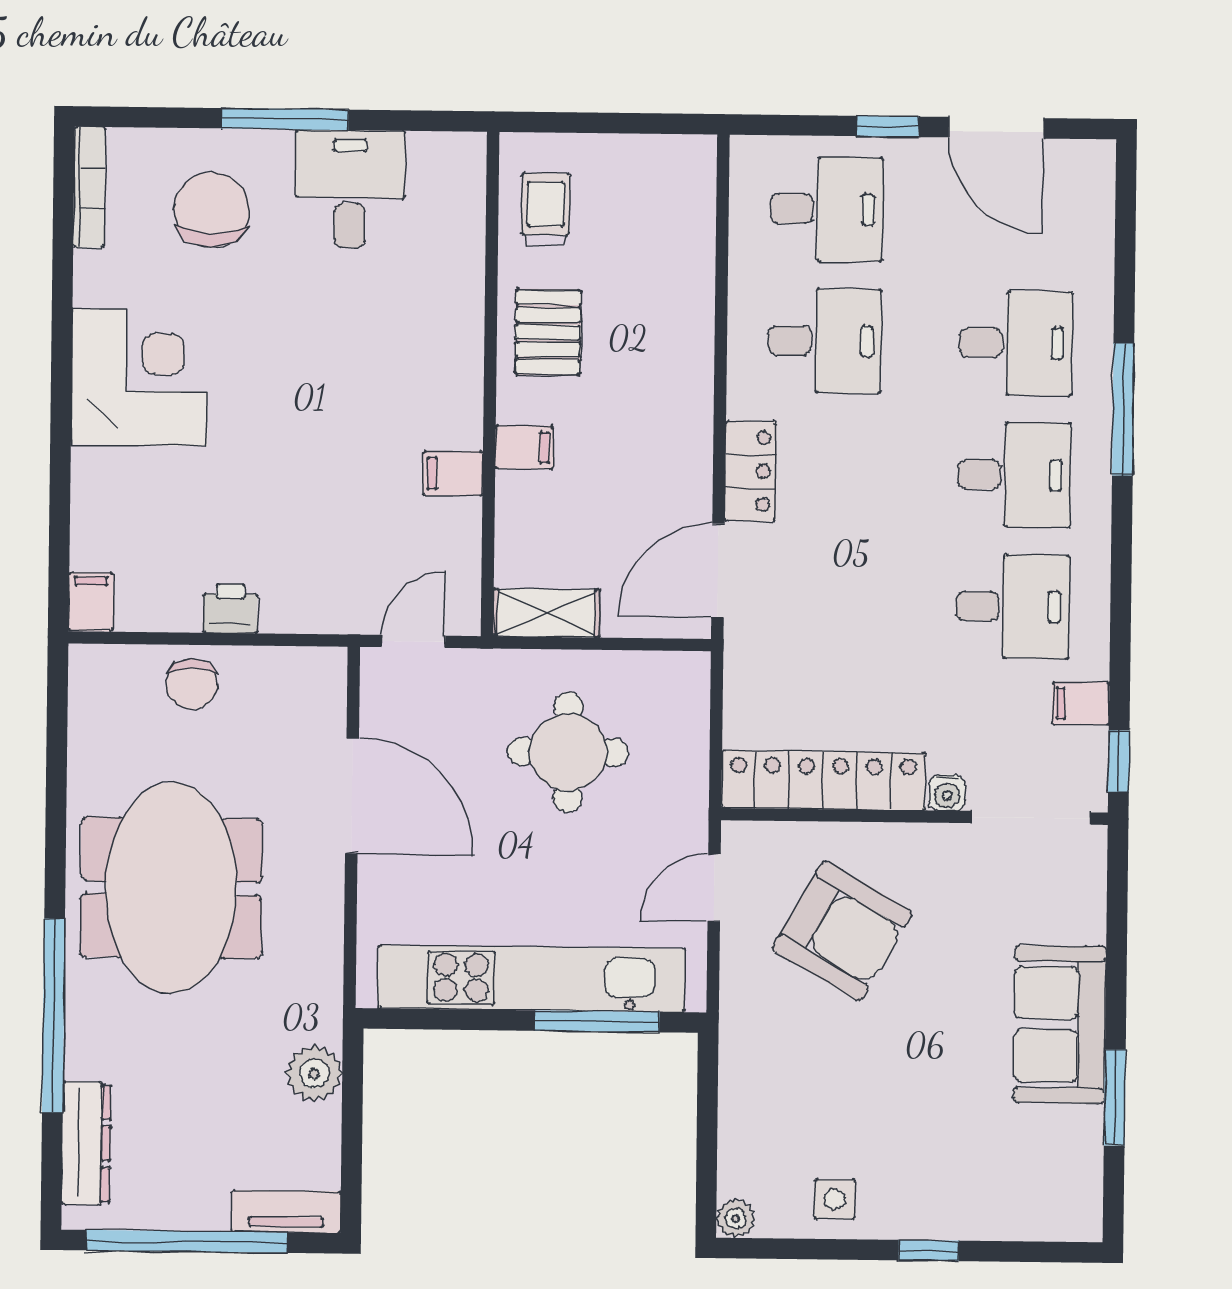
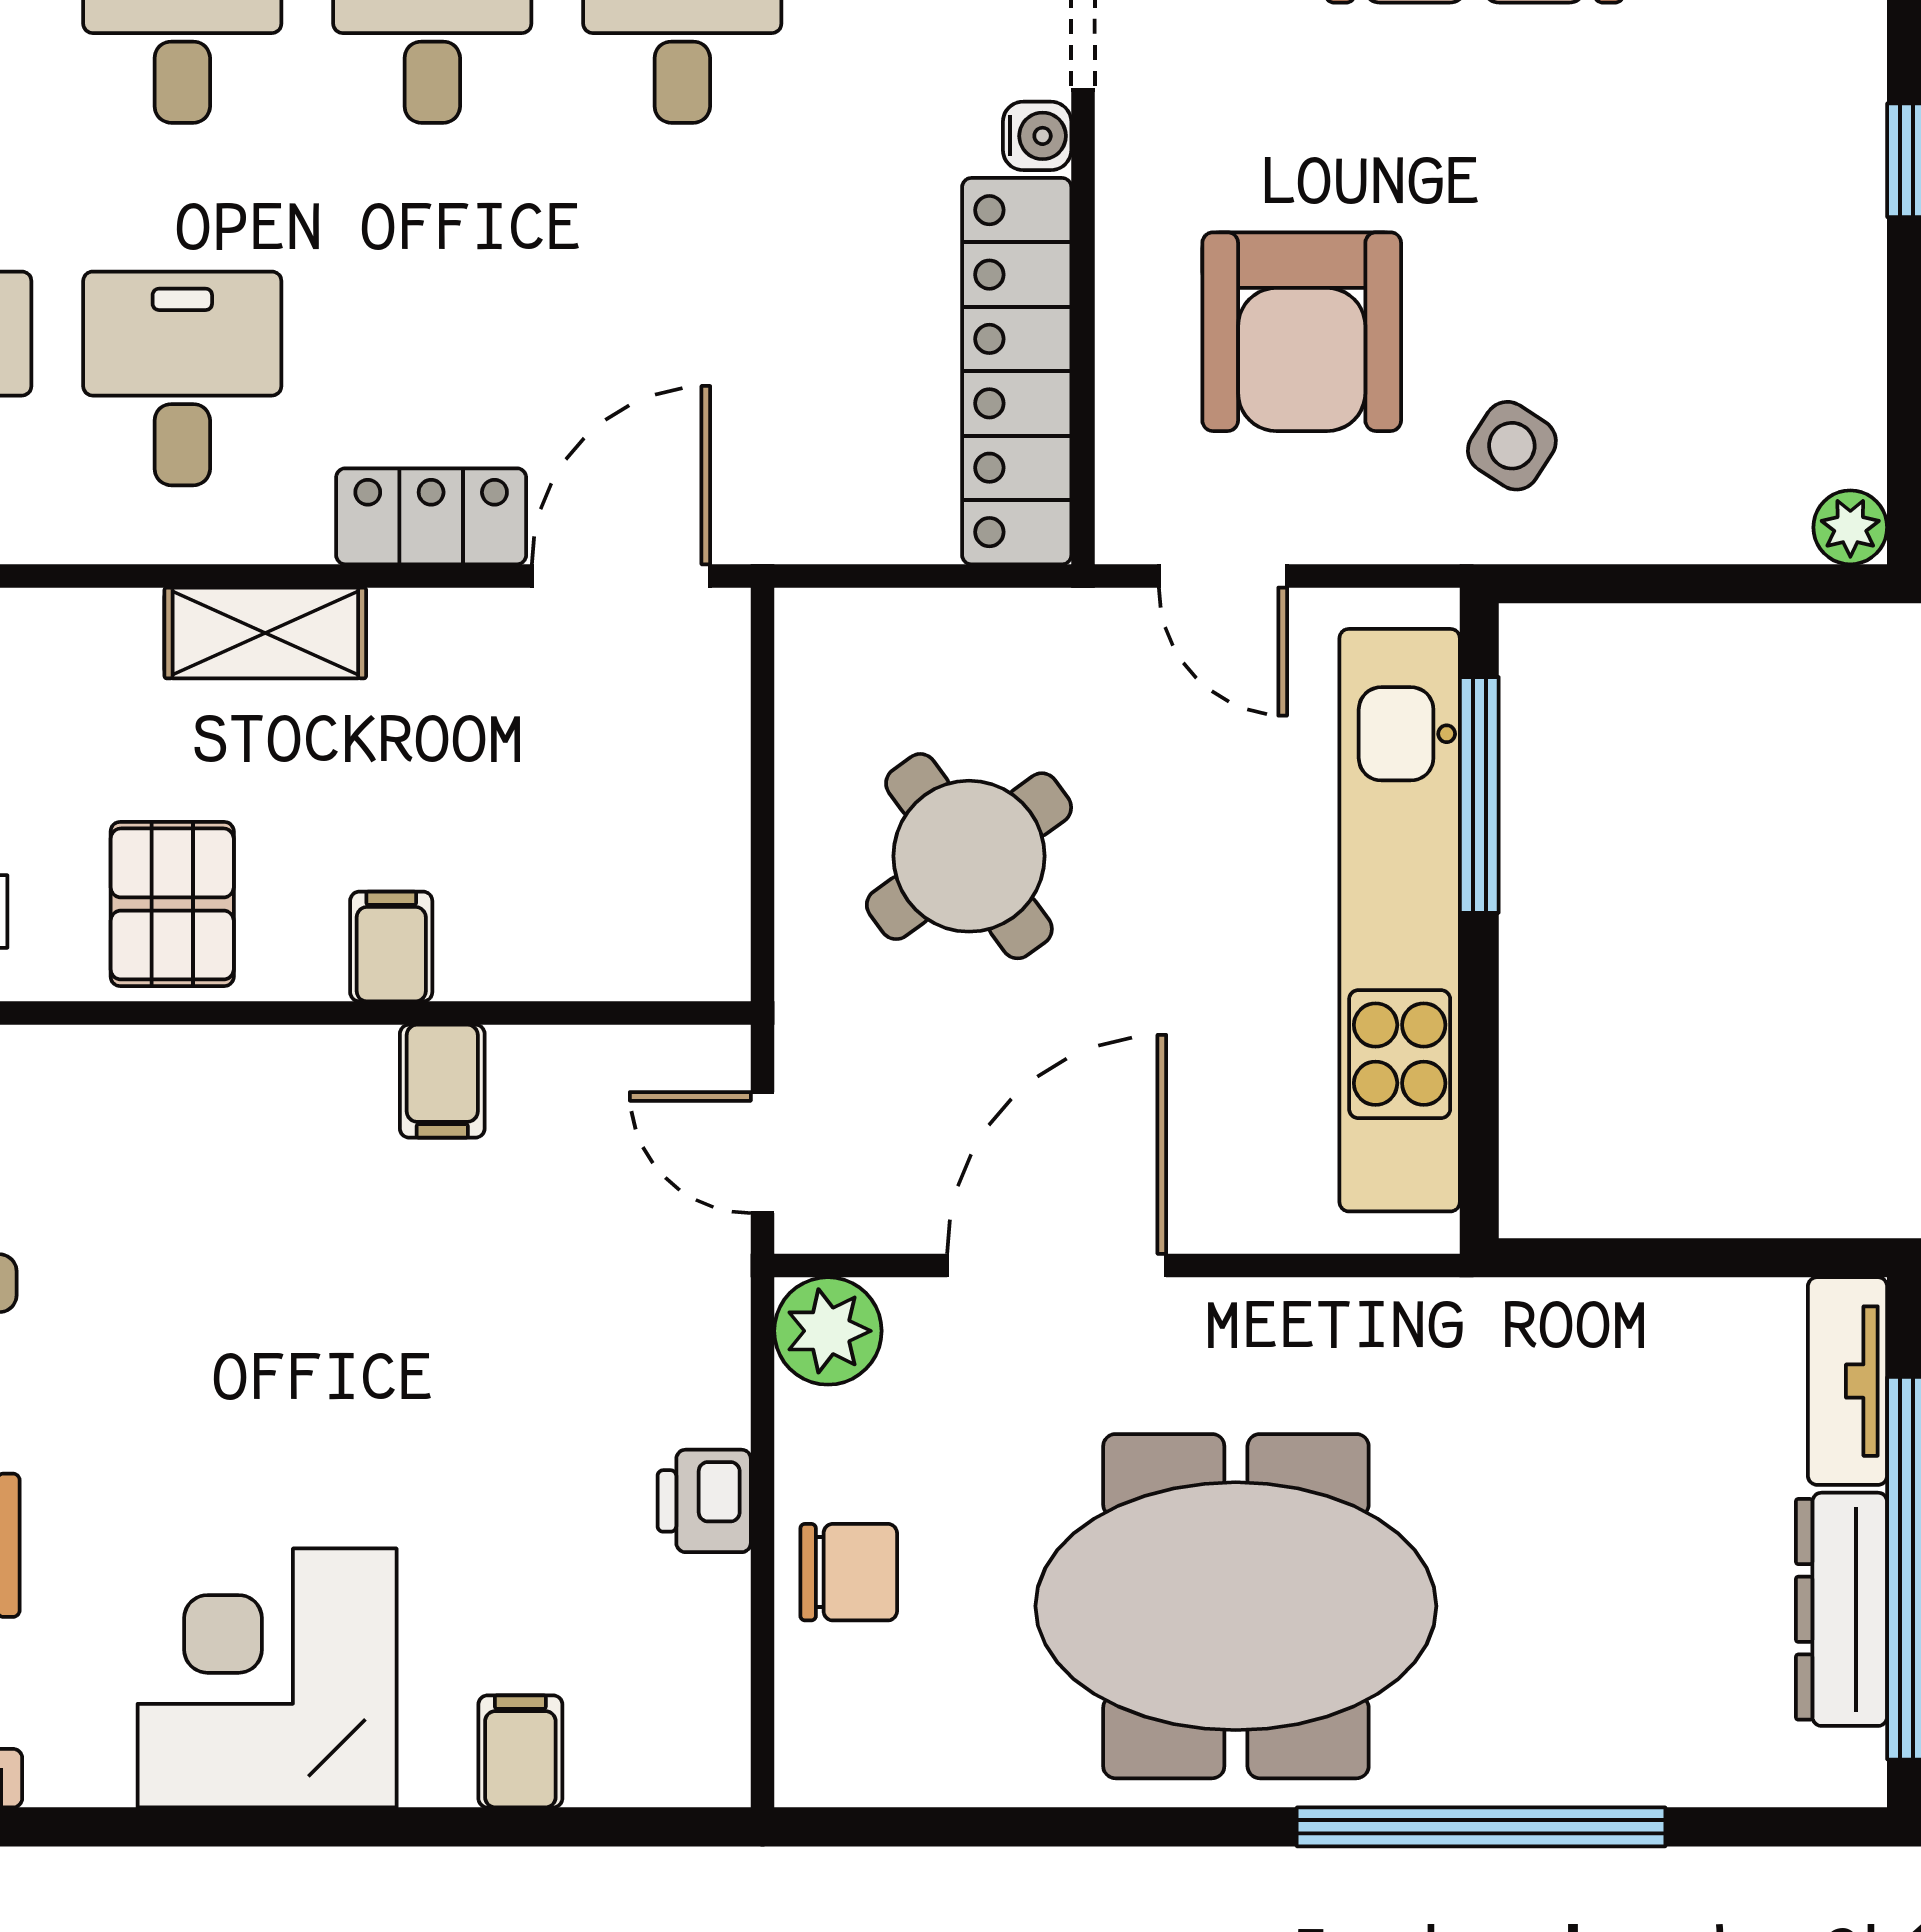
pallet: (548, 332) -> (172, 904), turned 90
door: (718, 571) -> (621, 576), swing flipped
filing cabinet: (91, 602) -> (520, 1751), moved, turned 90
shelving: (546, 613) -> (265, 633), moved, turned 90
round table: (568, 752) -> (969, 856), turned -36
armchair: (842, 931) -> (1302, 332), turned 150
plant: (314, 1073) -> (828, 1331), moved
dresser: (86, 1143) -> (1842, 1609), moved, turned -90
side table: (835, 1199) -> (1512, 446), moved, turned 33

